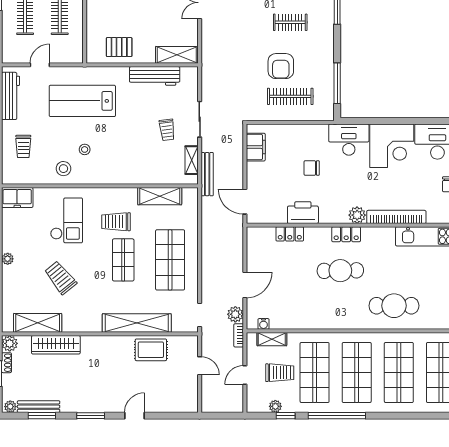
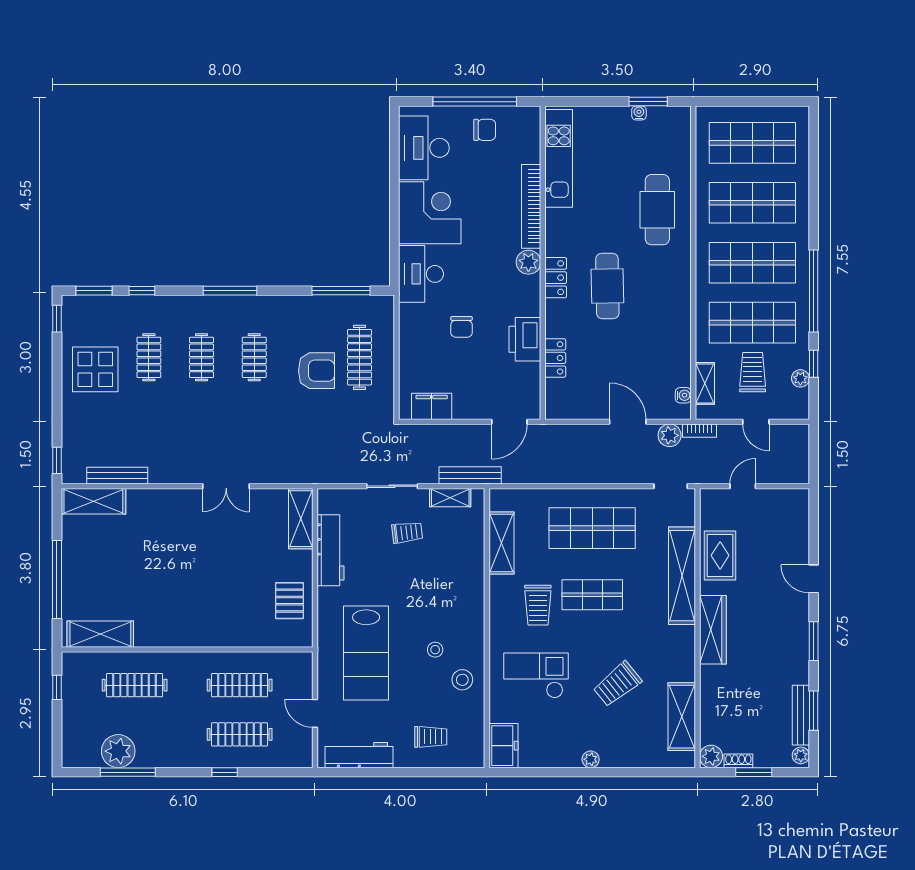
wardrobe: (56, 345) -> (713, 630), moved

